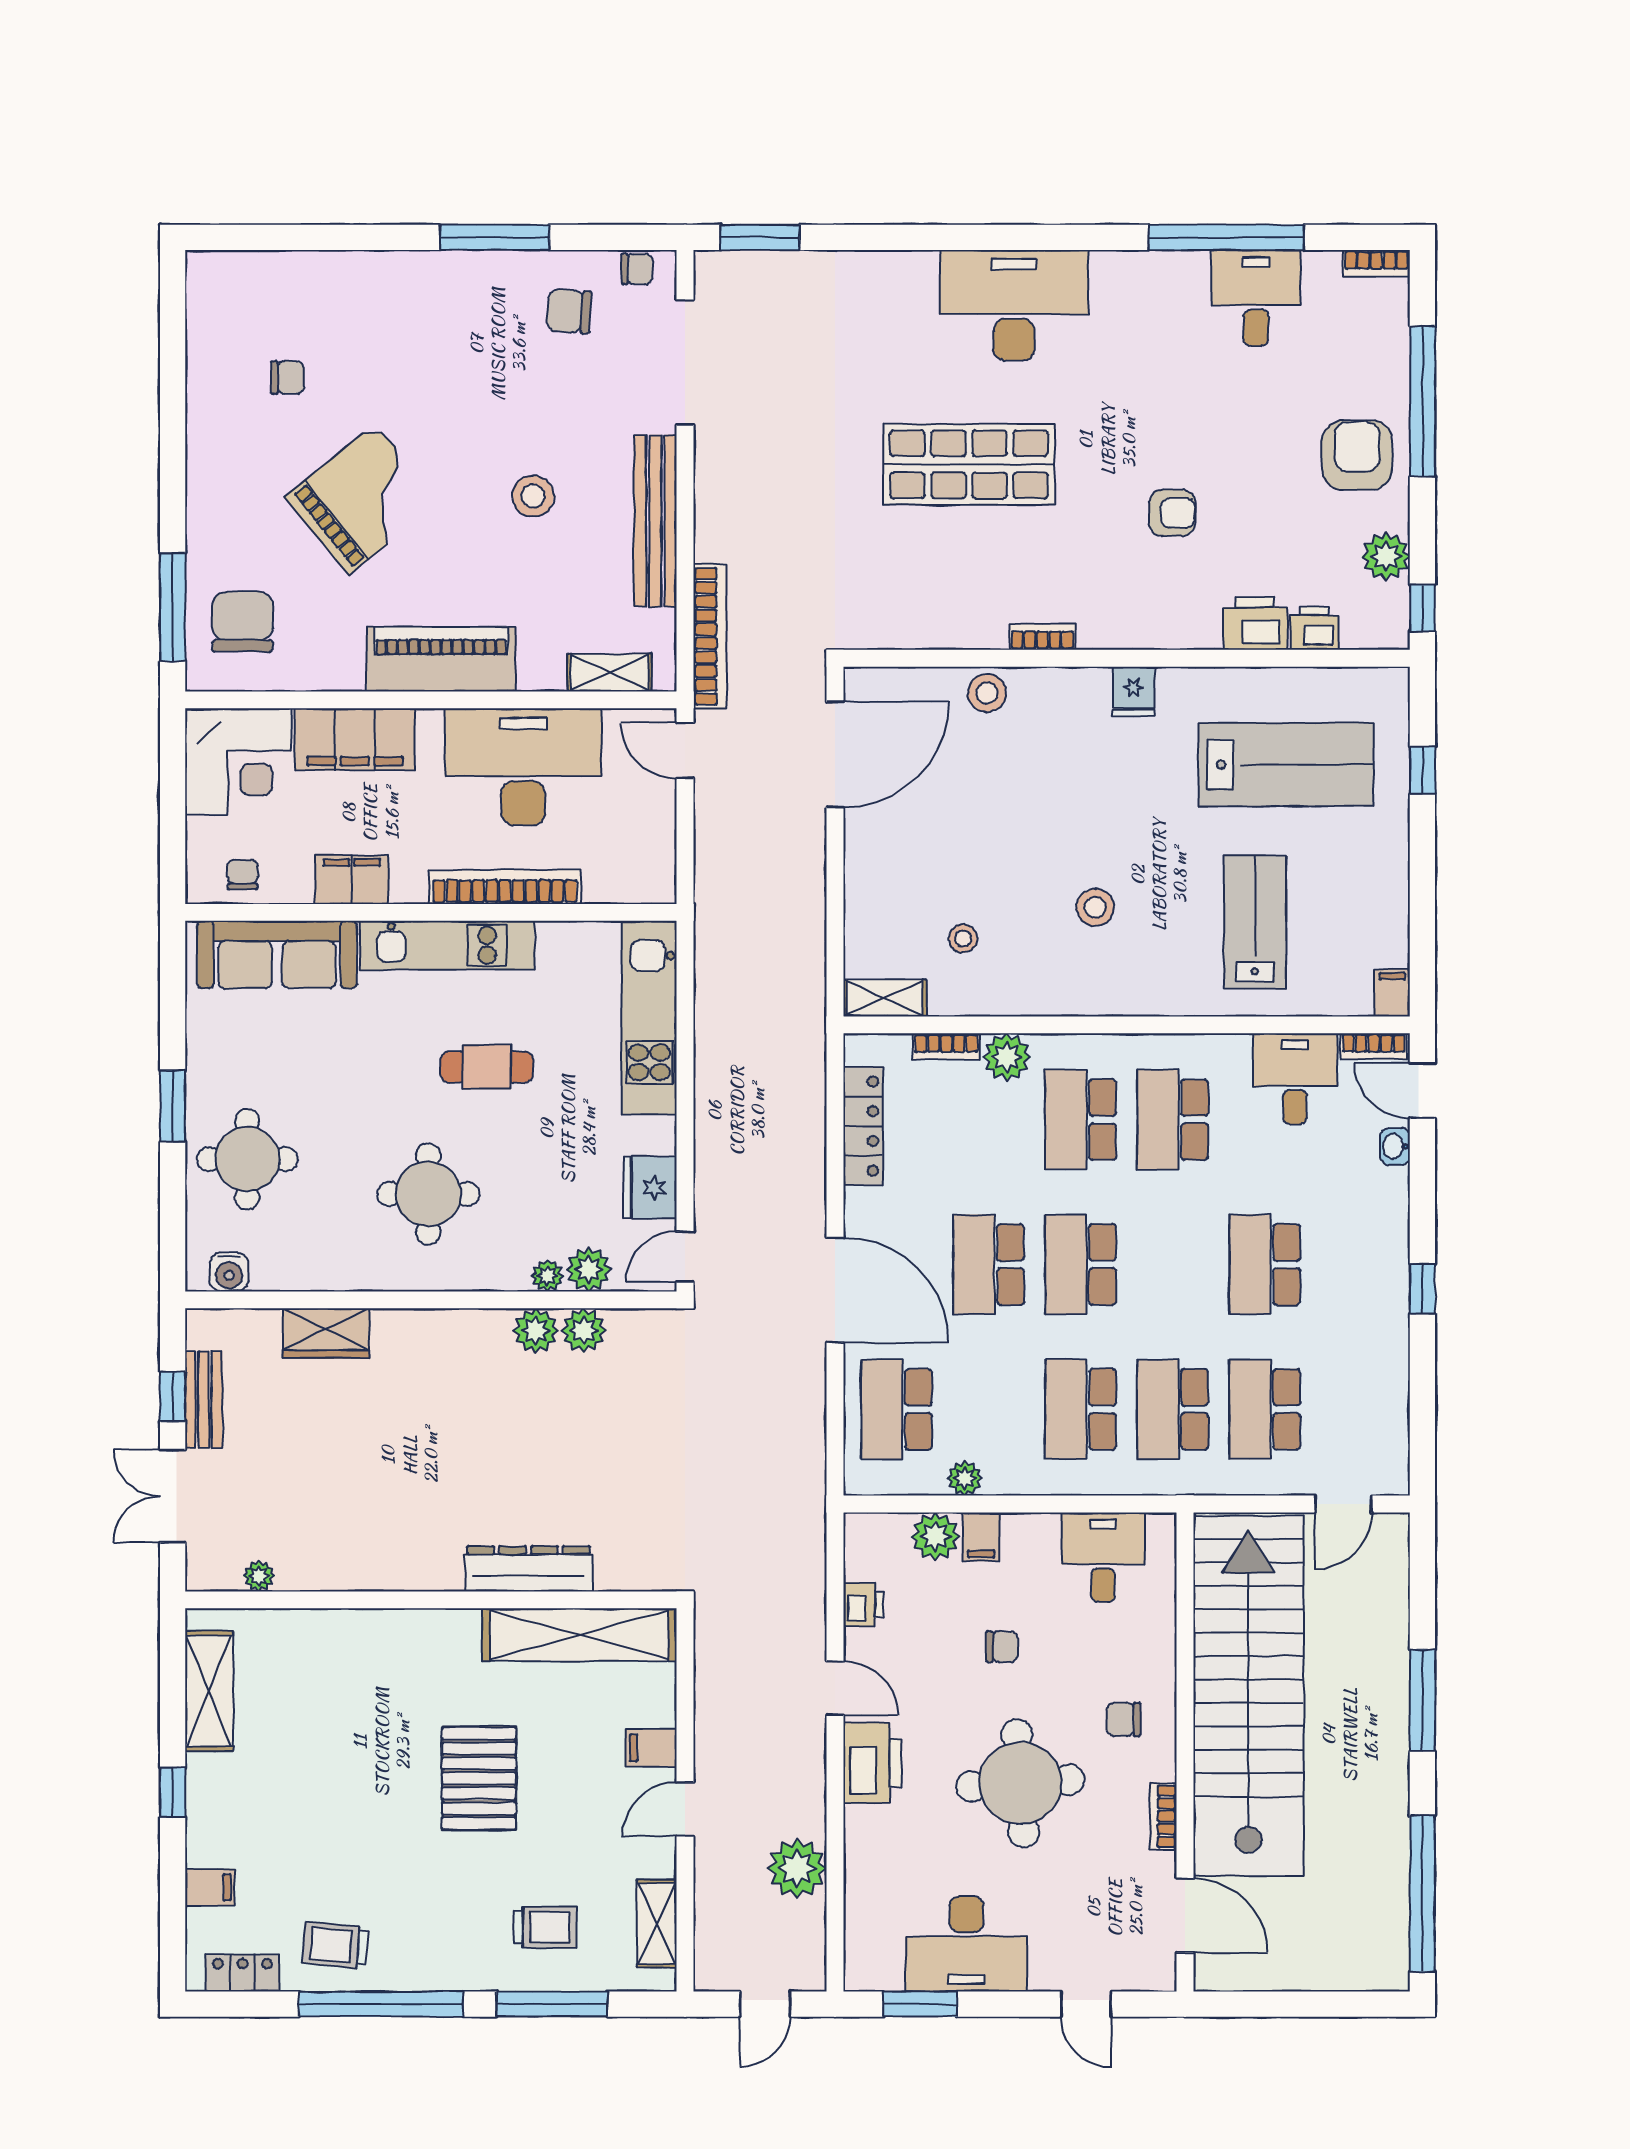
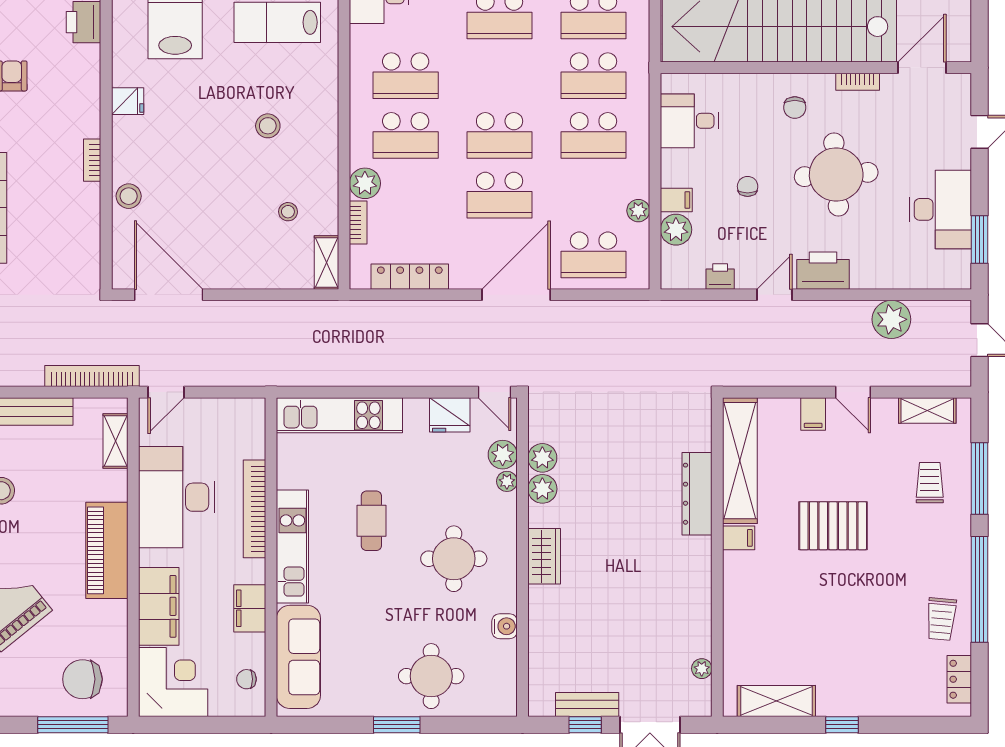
water cooler: (229, 1272) -> (505, 626), moved
wardrobe: (326, 1333) -> (544, 556), moved
filing cabinet: (210, 1887) -> (739, 538), moved, turned 90

